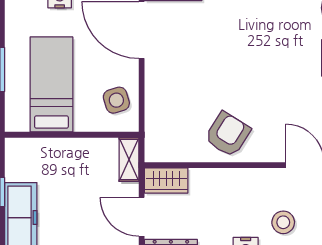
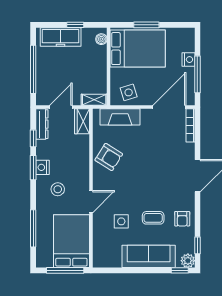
bed: (51, 84) -> (138, 49), width x1.50
fireplace: (159, 115) -> (120, 117), added
boiler: (25, 147) -> (101, 39), added

